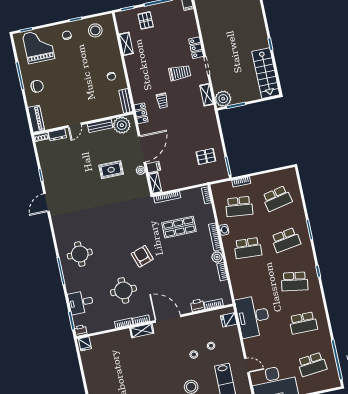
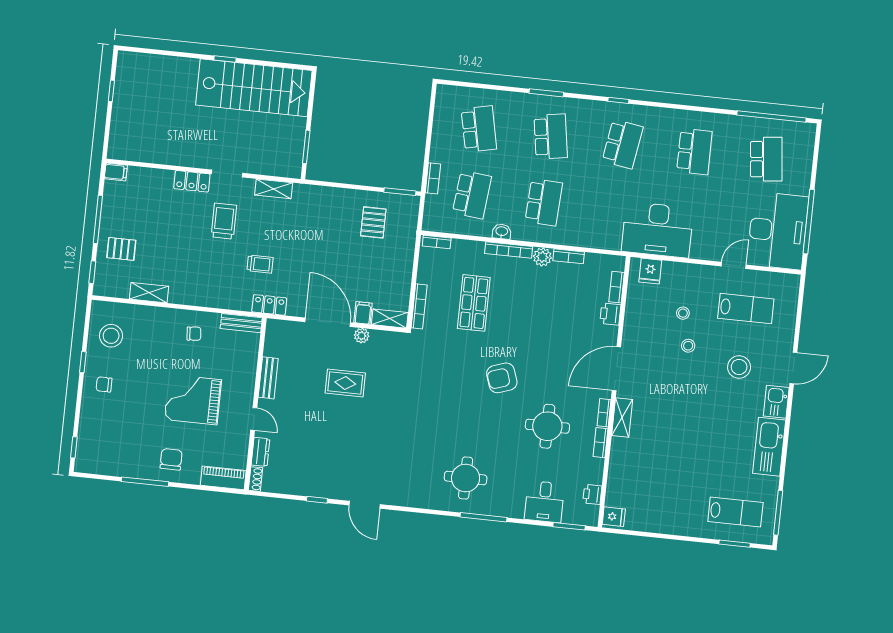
grand piano: (39, 46) -> (193, 400), moved
stairs: (266, 73) -> (254, 88), width x1.36, depth x1.51
plant: (223, 99) -> (289, 164), removed
plant: (122, 125) -> (278, 342), removed
rug: (111, 170) -> (345, 383), turned 90
printer: (81, 331) -> (592, 494), moved

